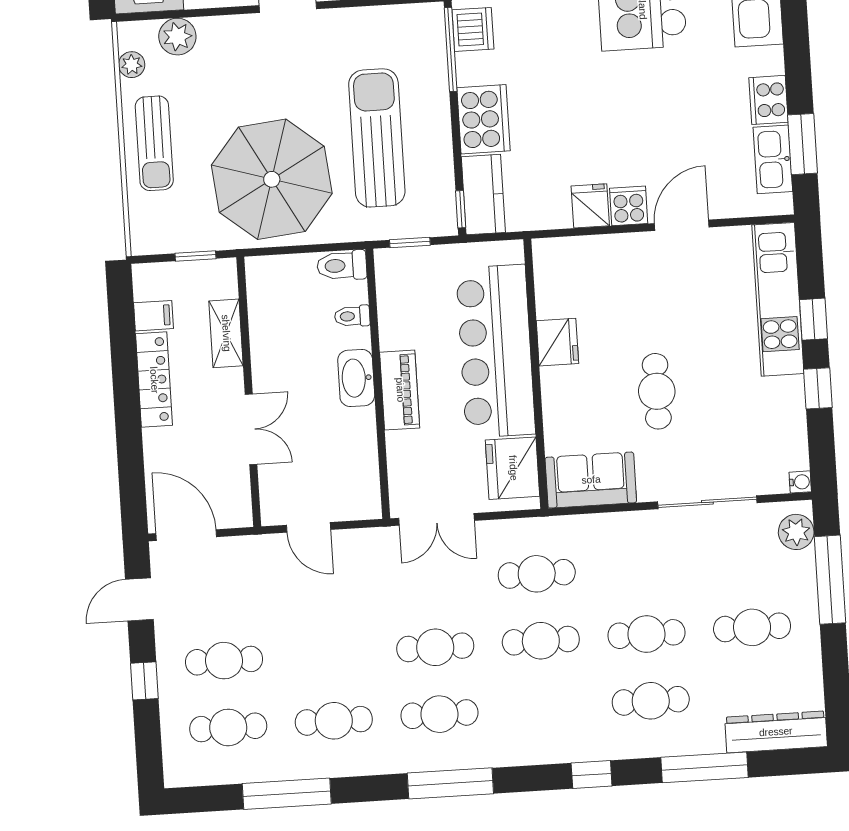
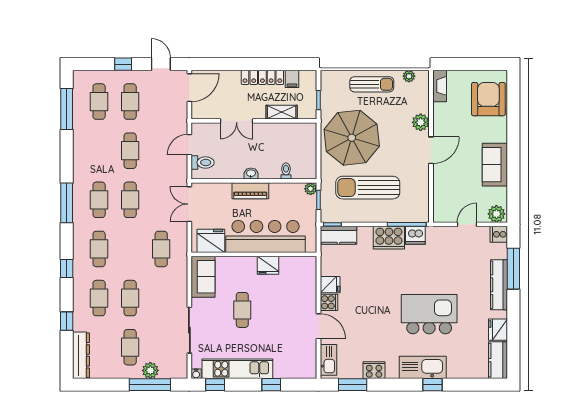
plant: (177, 37) -> (421, 122), moved
cooker: (484, 119) -> (389, 238), moved
sun lounger: (377, 138) -> (368, 188), turned 180
sun lounger: (154, 143) -> (372, 84), turned 180
kitchen sink: (773, 159) -> (328, 360), moved, turned 90
plant: (387, 261) -> (311, 189), added
toilet: (342, 265) -> (203, 163), moved, turned 90
kitchen unit: (778, 299) -> (237, 369), moved
washbasin: (356, 378) -> (251, 174), width x0.52, depth x0.69
window: (818, 388) -> (215, 385), moved
cafe table: (657, 391) -> (242, 310), turned 90
plant: (796, 532) -> (150, 370), moved
cafe table: (541, 641) -> (99, 249), moved
cafe table: (334, 721) -> (130, 151), moved
window: (705, 767) -> (67, 321), width x0.46
window: (287, 794) -> (67, 109), moved

